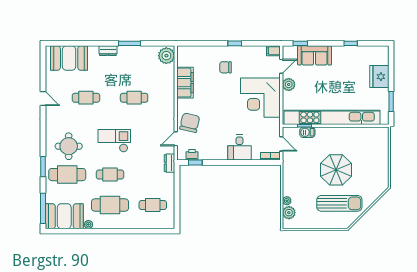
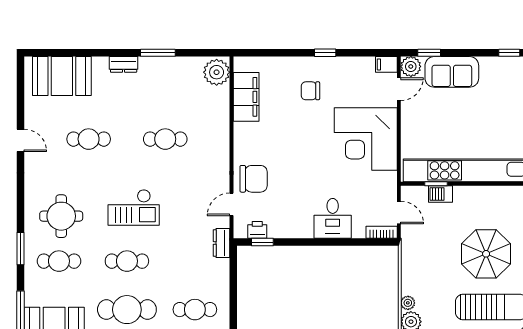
filing cabinet: (185, 83) -> (246, 97), moved
plant: (289, 84) -> (411, 66), moved
chair: (190, 123) -> (254, 179), turned 77
checkout: (114, 141) -> (134, 207), turned 180
cafe table: (67, 175) -> (59, 261), width x0.73, depth x0.74

